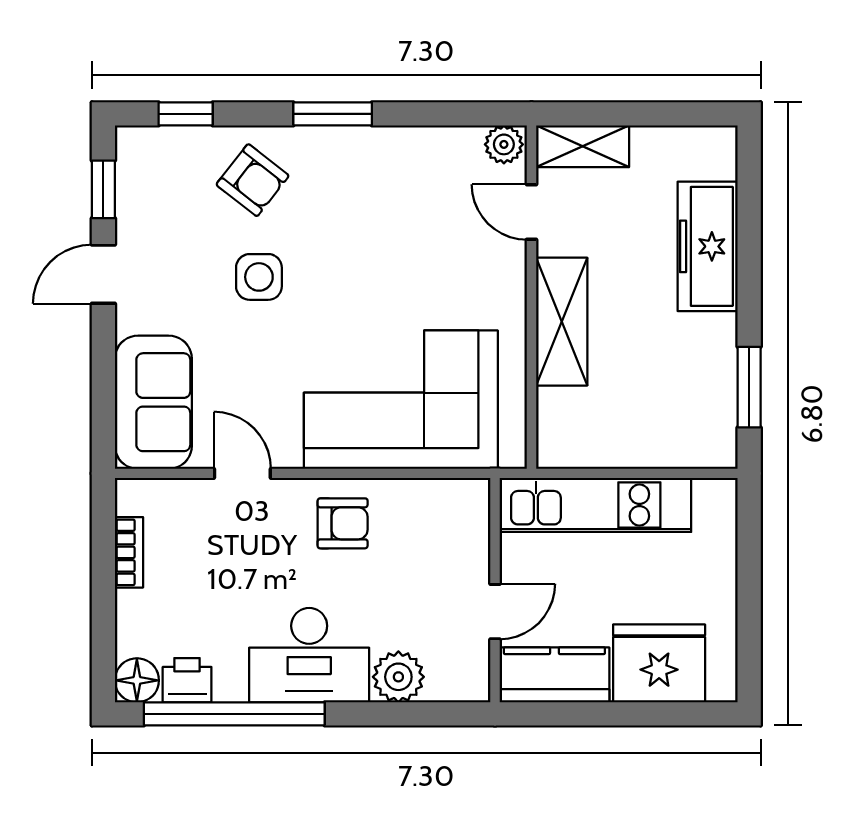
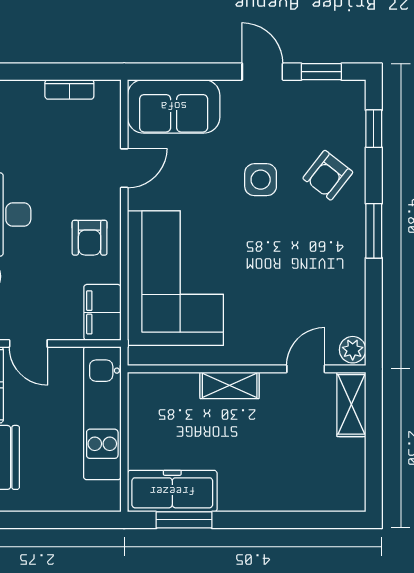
freezer: (708, 246) -> (172, 491), moved
shelving: (562, 322) -> (230, 385), width x0.67, depth x0.75
filing cabinet: (450, 505) -> (102, 312), added

